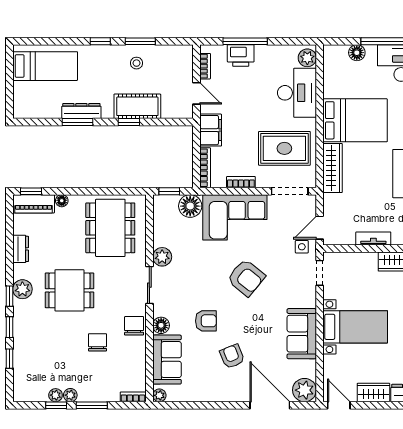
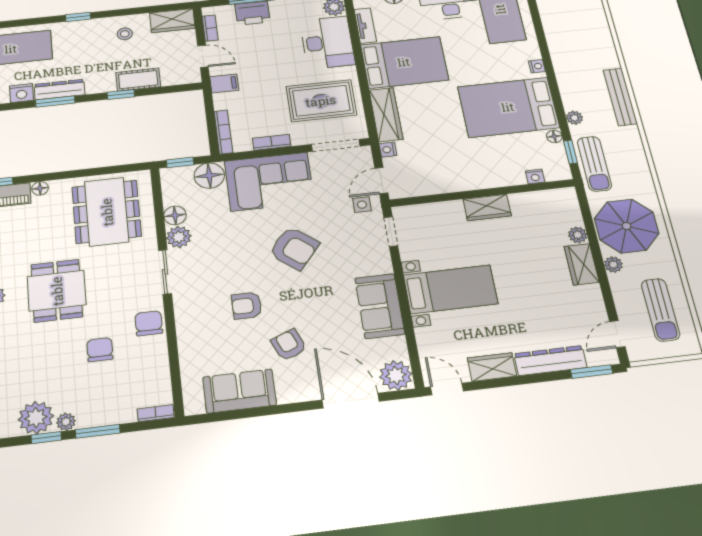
window: (140, 41) -> (128, 12), removed
wardrobe: (176, 55) -> (172, 21), added
cot: (137, 106) -> (138, 80), width x0.73, depth x0.75
nightstand: (52, 111) -> (21, 93), added
filing cabinet: (211, 130) -> (224, 83), width x0.50
nightstand: (329, 200) -> (388, 150), added
tv unit: (373, 238) -> (365, 26), moved, turned 90
dining table: (69, 290) -> (57, 291), turned 90
armchair: (206, 321) -> (247, 306), turned 180
floor lamp: (161, 325) -> (175, 215), moved
sofa: (167, 360) -> (239, 391), moved, turned -90
plant: (56, 395) -> (36, 418), width x1.88, depth x1.88
plant: (159, 395) -> (193, 407), removed

